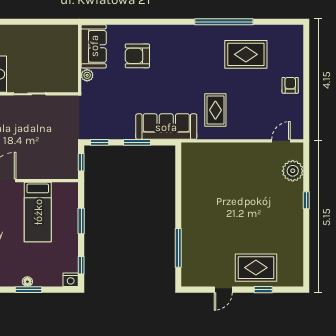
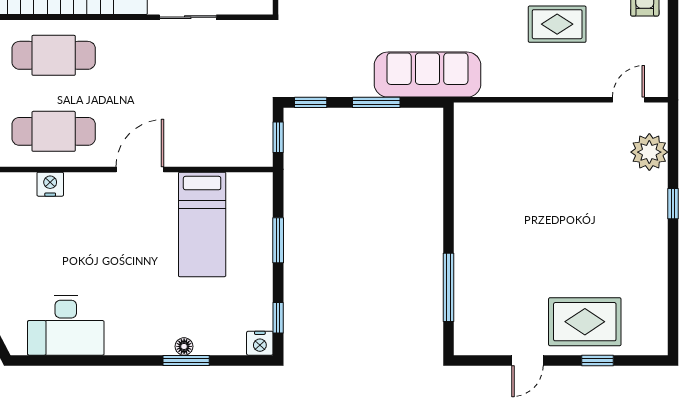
rug: (215, 110) -> (557, 24), moved, turned 90

